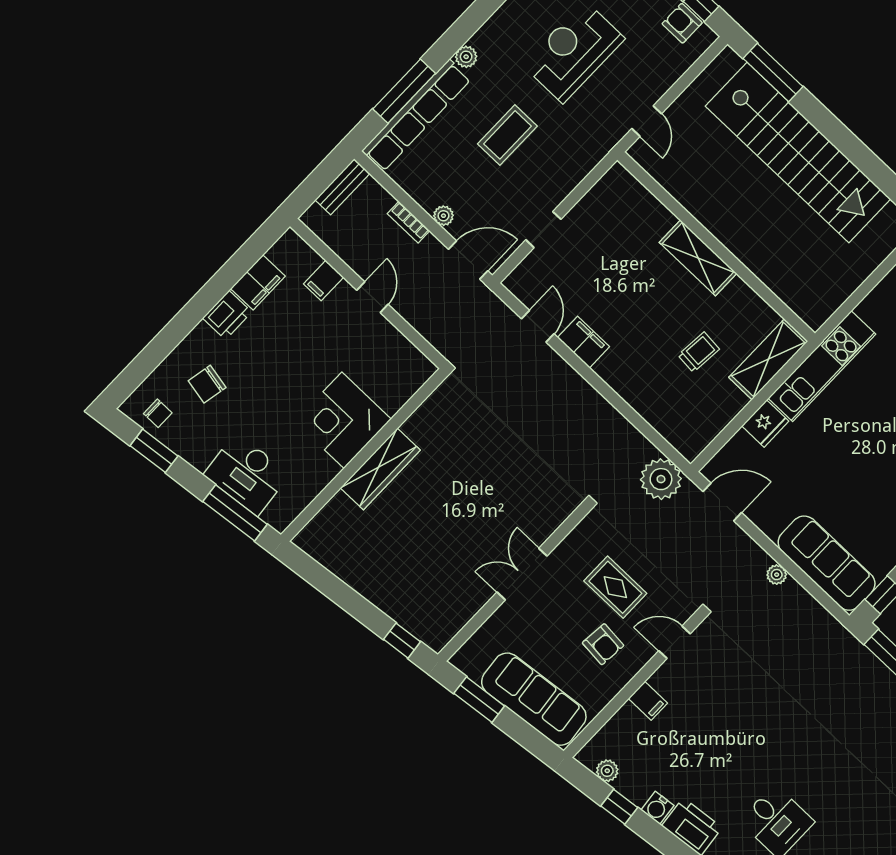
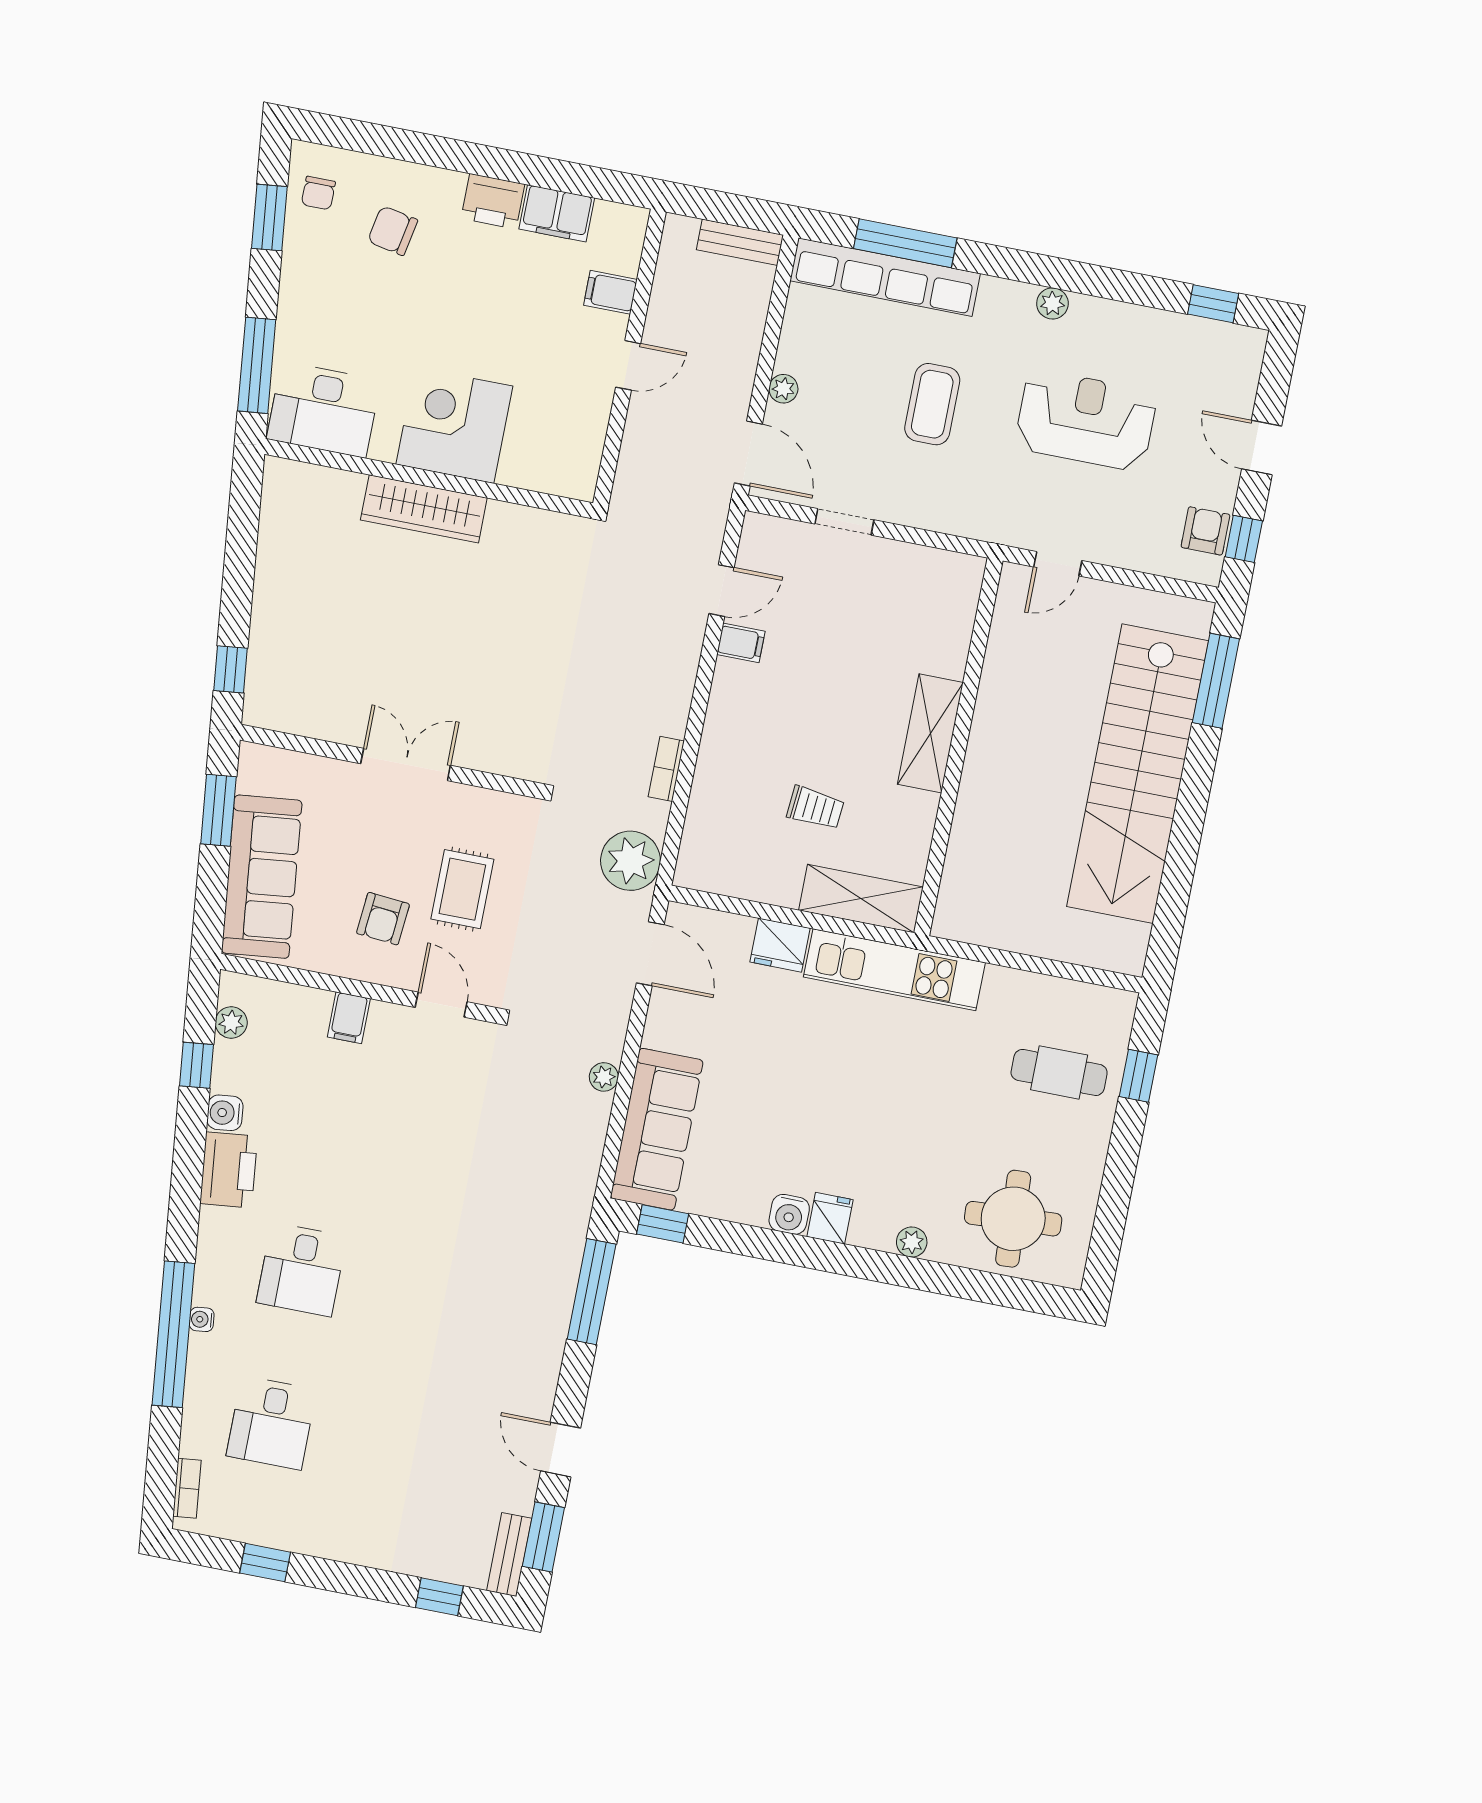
plant: (466, 57) -> (1052, 303), moved
coffee table: (507, 135) -> (932, 404), turned 90
bookcase: (409, 222) -> (666, 769), moved
filing cabinet: (583, 342) -> (741, 643), width x0.50
desk: (247, 474) -> (324, 410), moved, turned -84

